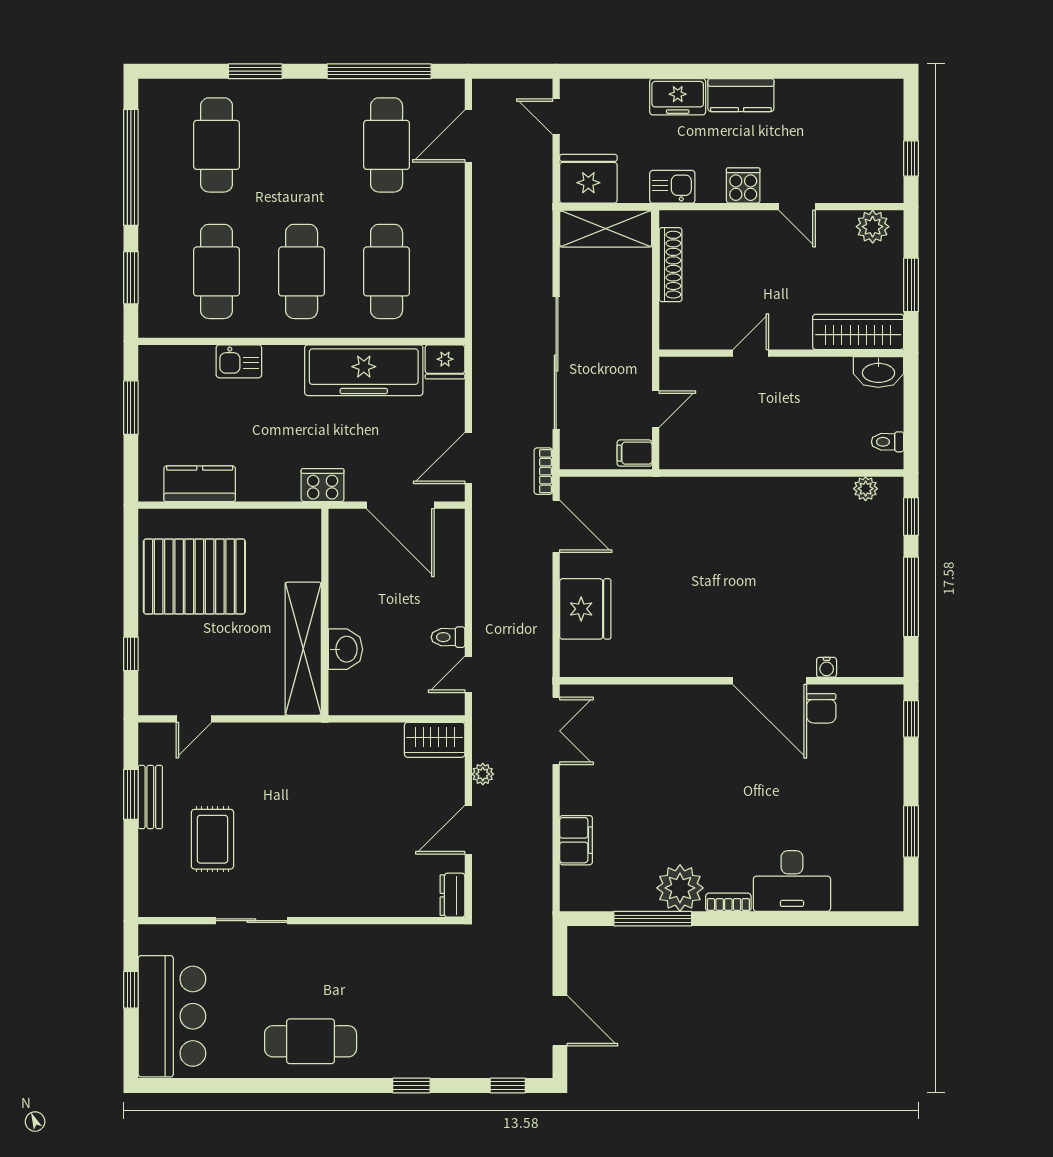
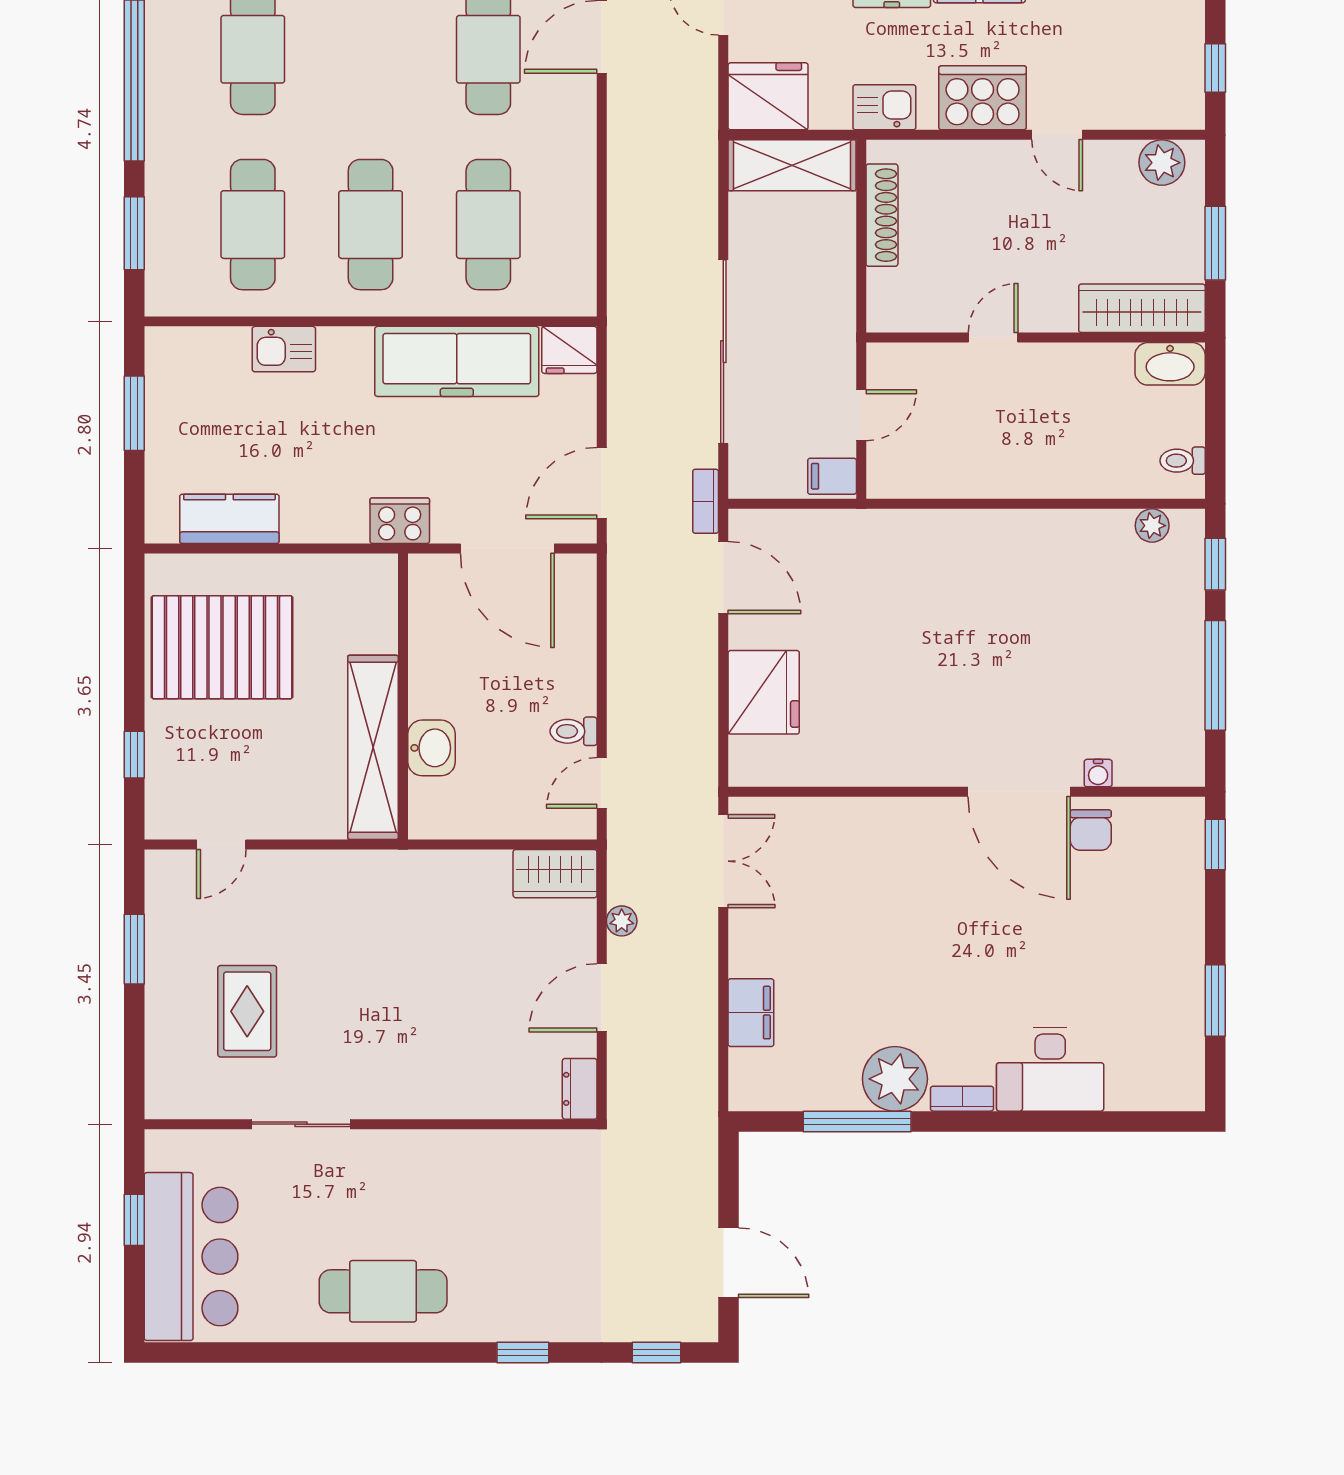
cooker: (743, 185) -> (983, 98), width x1.87, depth x1.31
bench: (150, 797) -> (161, 953), removed

